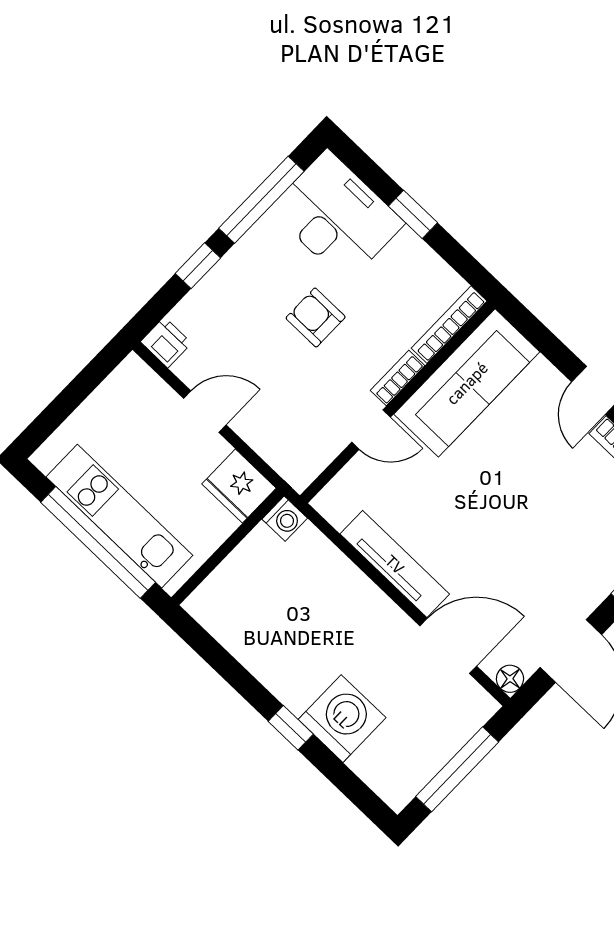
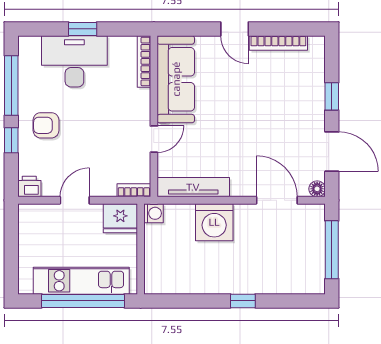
desk: (337, 216) -> (74, 61), moved
armchair: (316, 317) -> (46, 125), moved
bookcase: (398, 378) -> (134, 190), moved, turned 90
tv unit: (395, 564) -> (193, 187), moved
door: (448, 646) -> (277, 200), hinge flipped
washing machine: (342, 719) -> (214, 222), moved, turned 180

